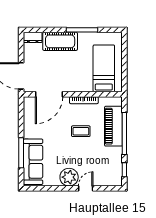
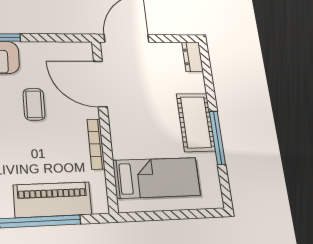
cot: (60, 41) -> (196, 122), moved
coffee table: (81, 131) -> (34, 104), moved

